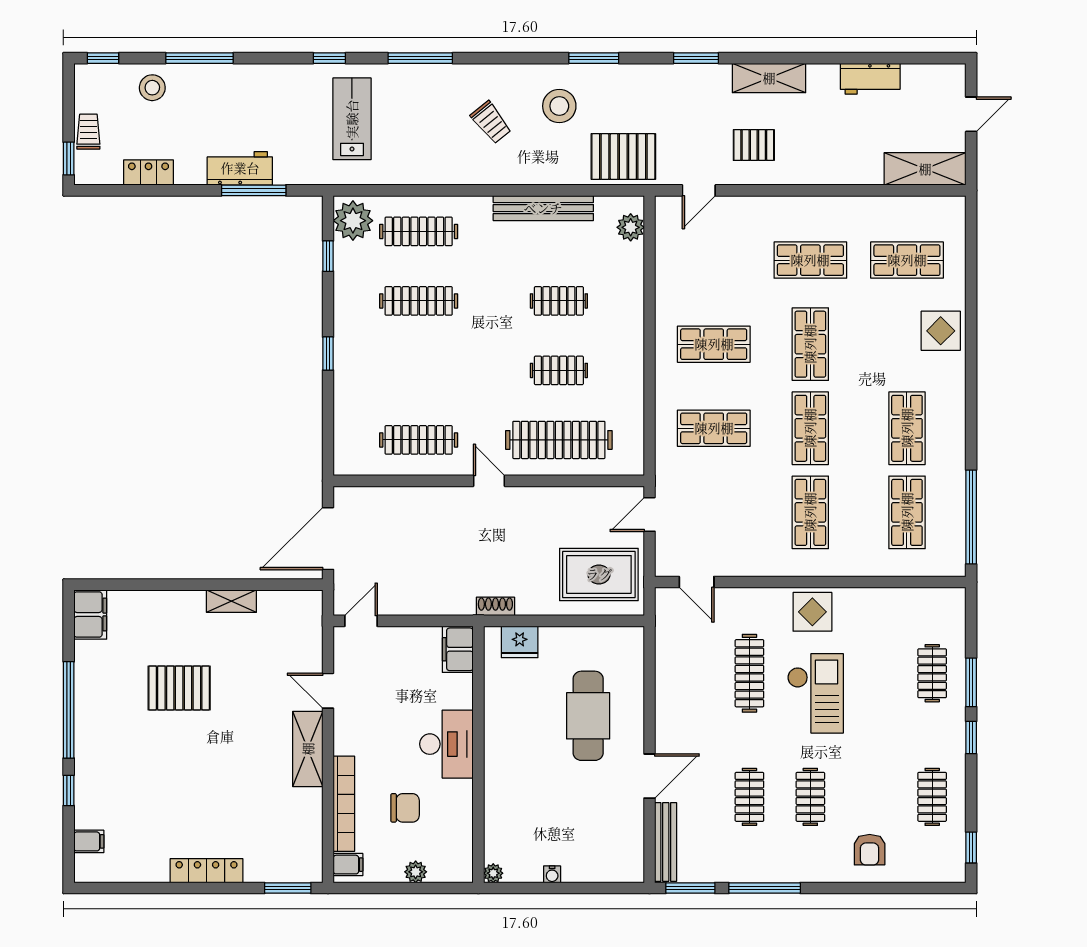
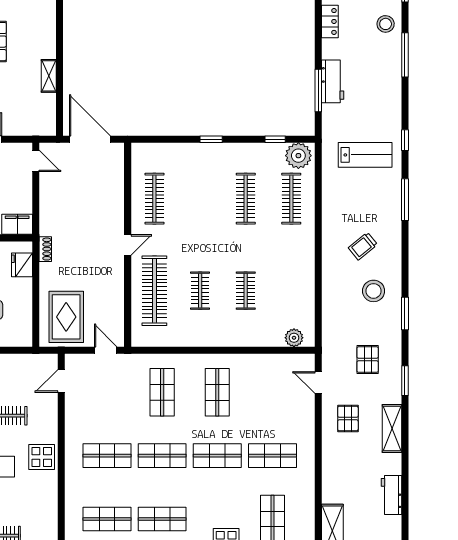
pallet: (623, 157) -> (368, 360), moved, width x0.67, depth x0.71
bench: (543, 208) -> (307, 280), removed
shop shelf: (810, 260) -> (272, 456), turned 90

